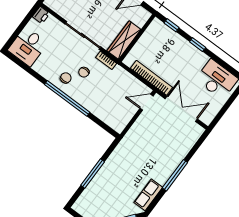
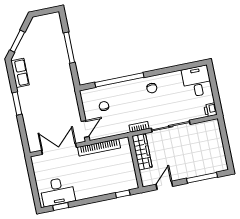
window: (198, 45) -> (61, 206), moved
chair: (84, 72) -> (104, 106), moved
window: (67, 98) -> (119, 80), moved
double door: (181, 109) -> (59, 149), swing flipped
window: (175, 175) -> (17, 103), width x0.69

